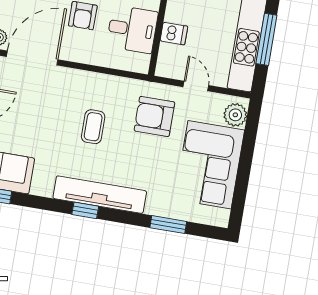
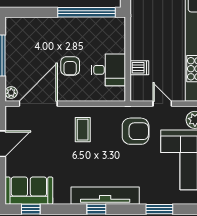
armchair: (154, 116) -> (136, 131), turned 180
coffee table: (93, 127) -> (83, 130), moved

